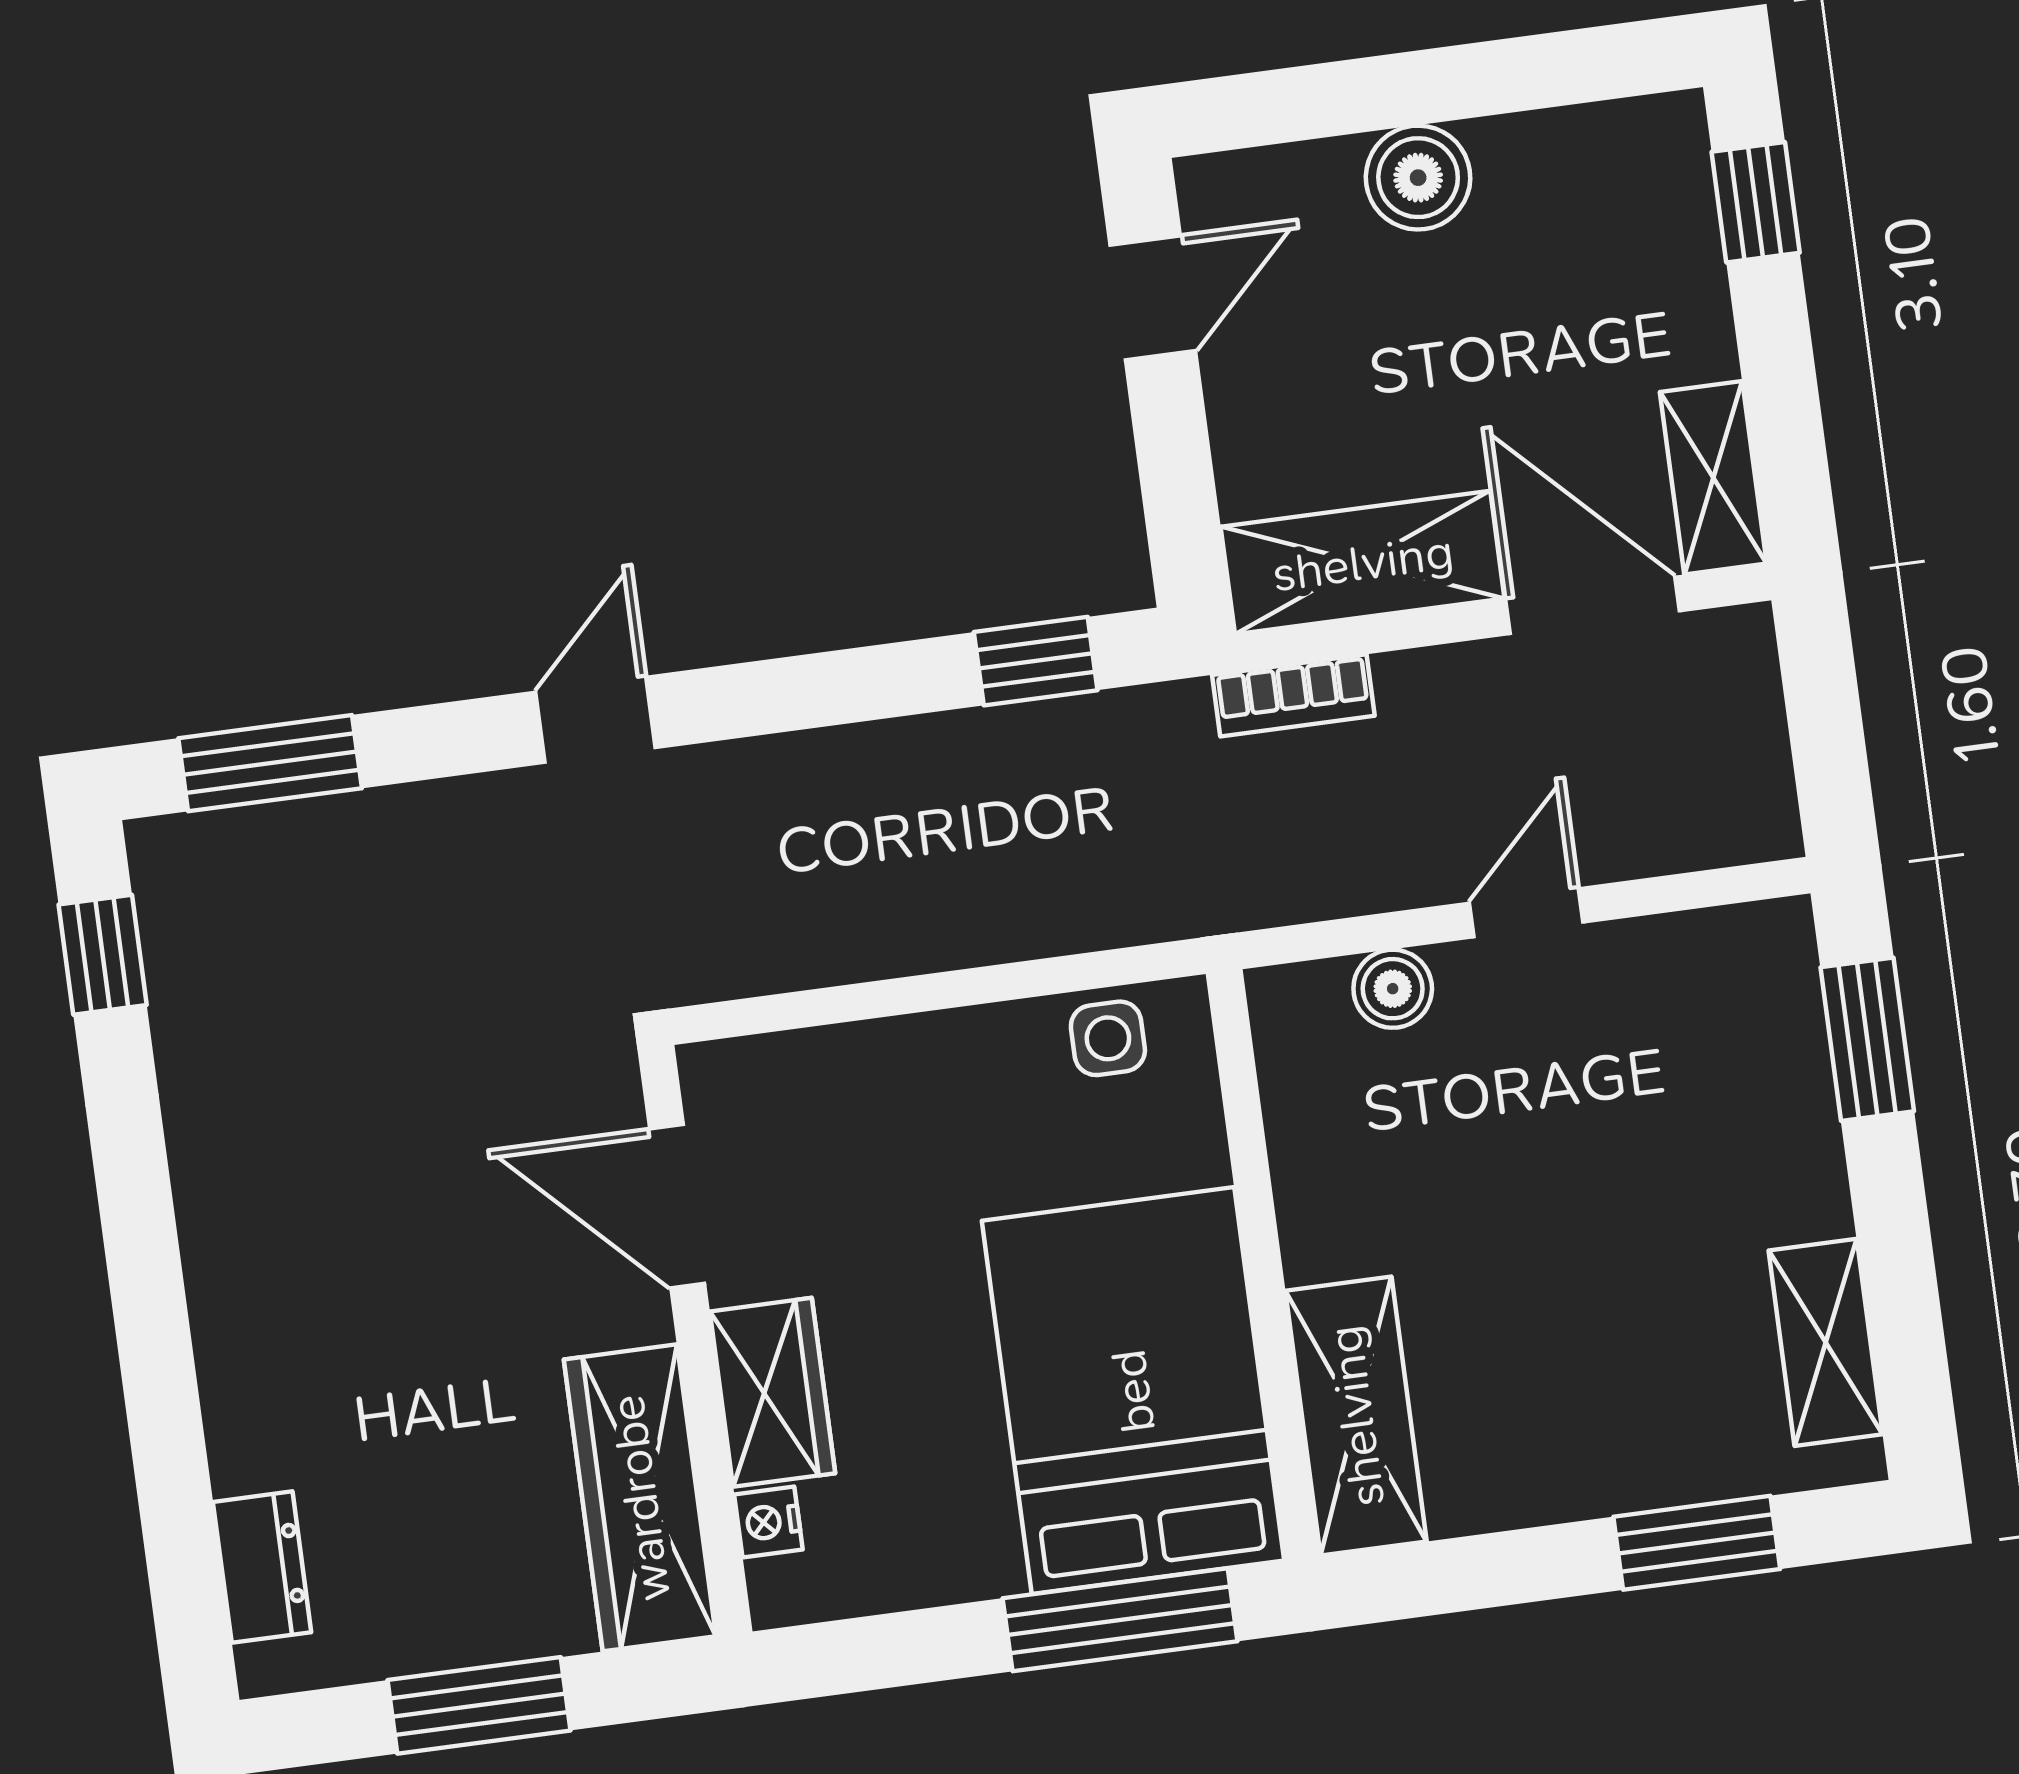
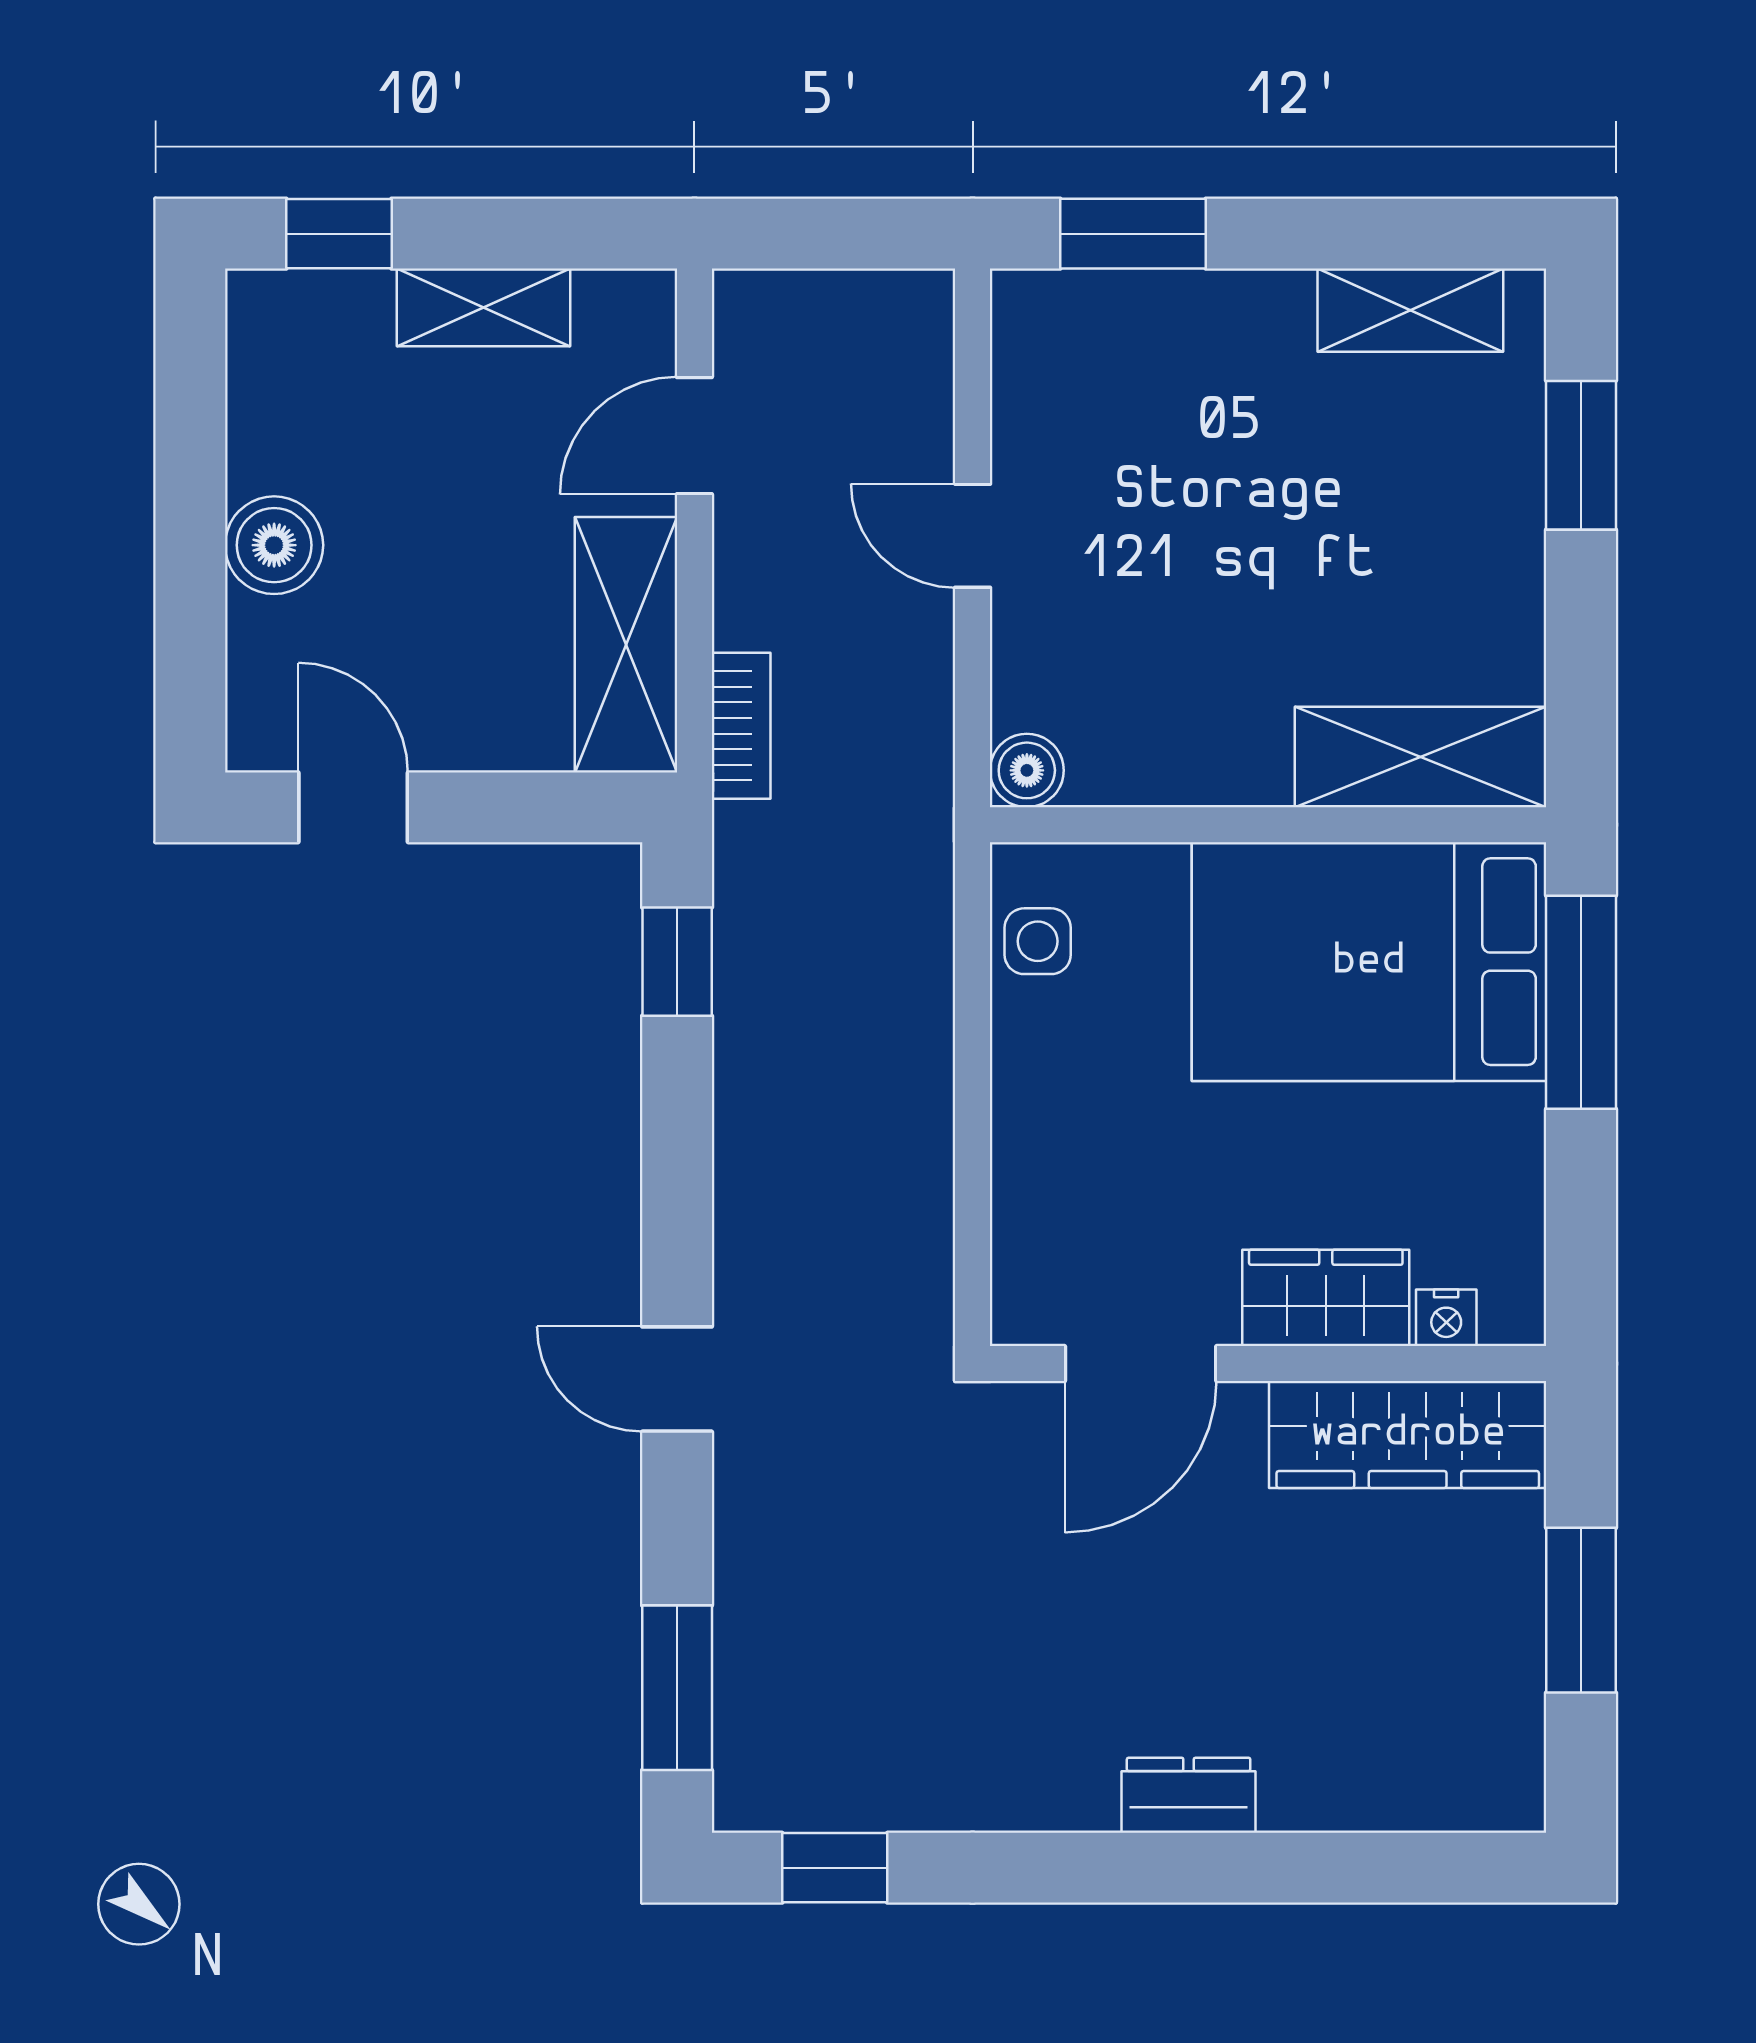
shelving: (1713, 478) -> (483, 307), moved
door: (1593, 605) -> (694, 436), width x0.73
boiler: (1393, 989) -> (1027, 770), moved
dresser: (262, 1567) -> (1189, 1795), moved

